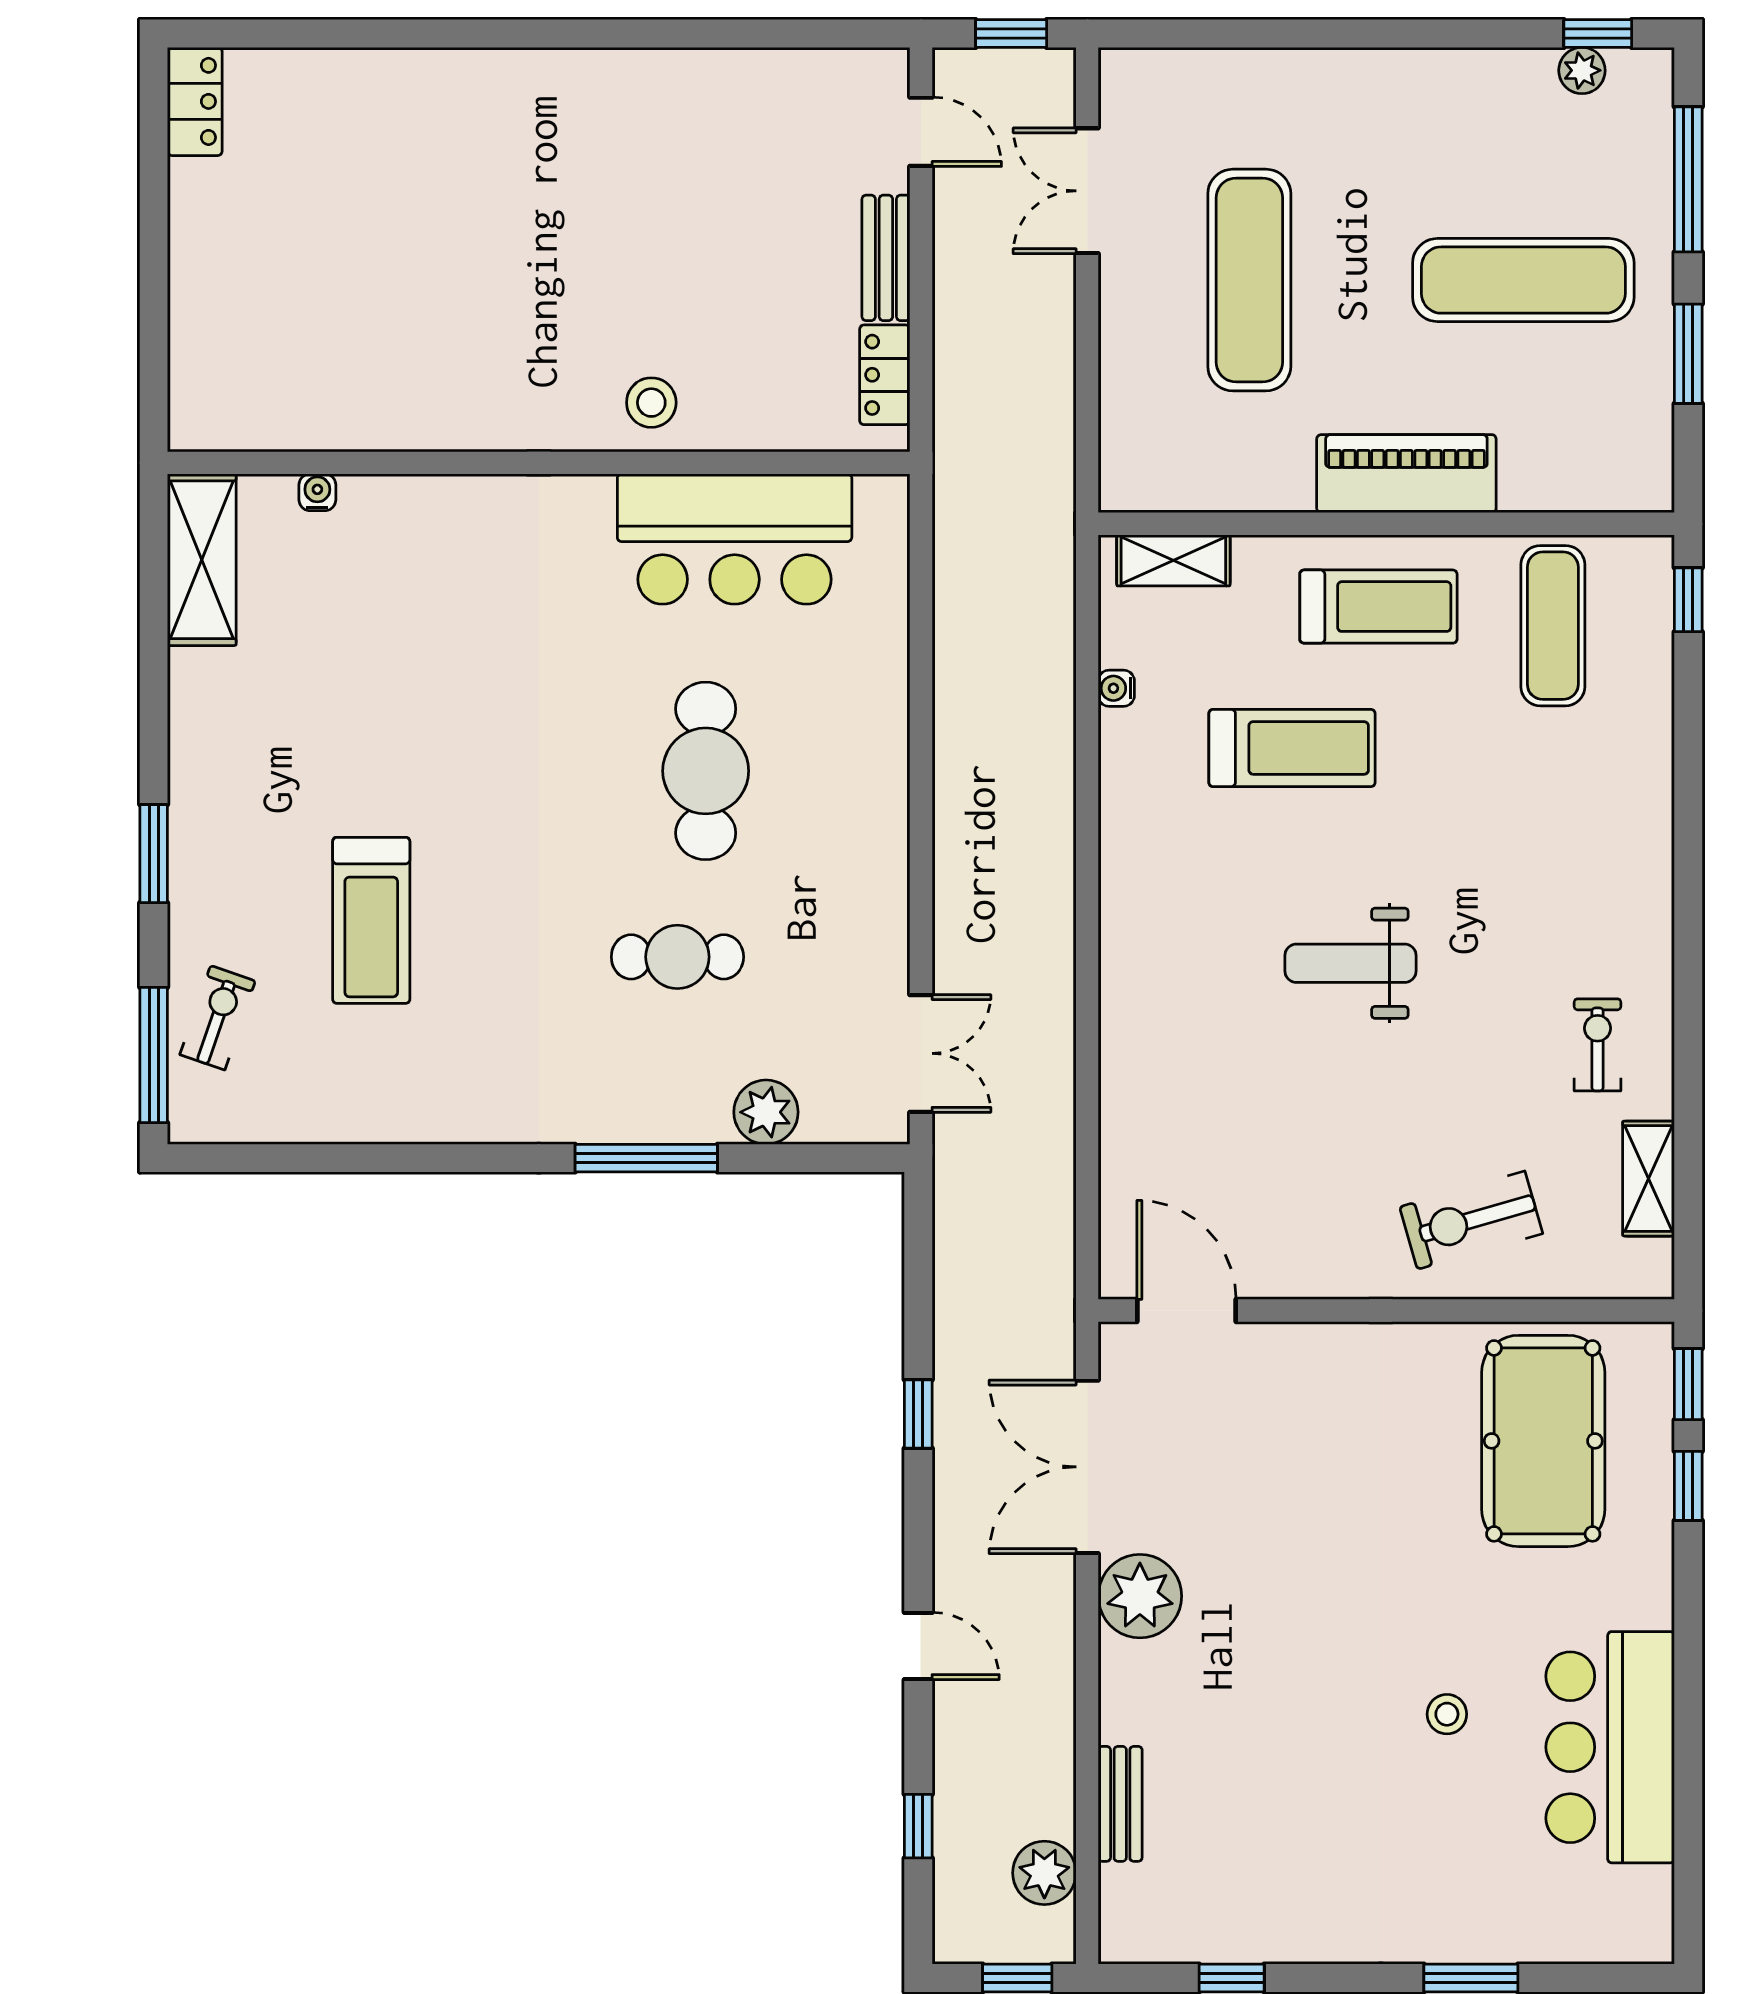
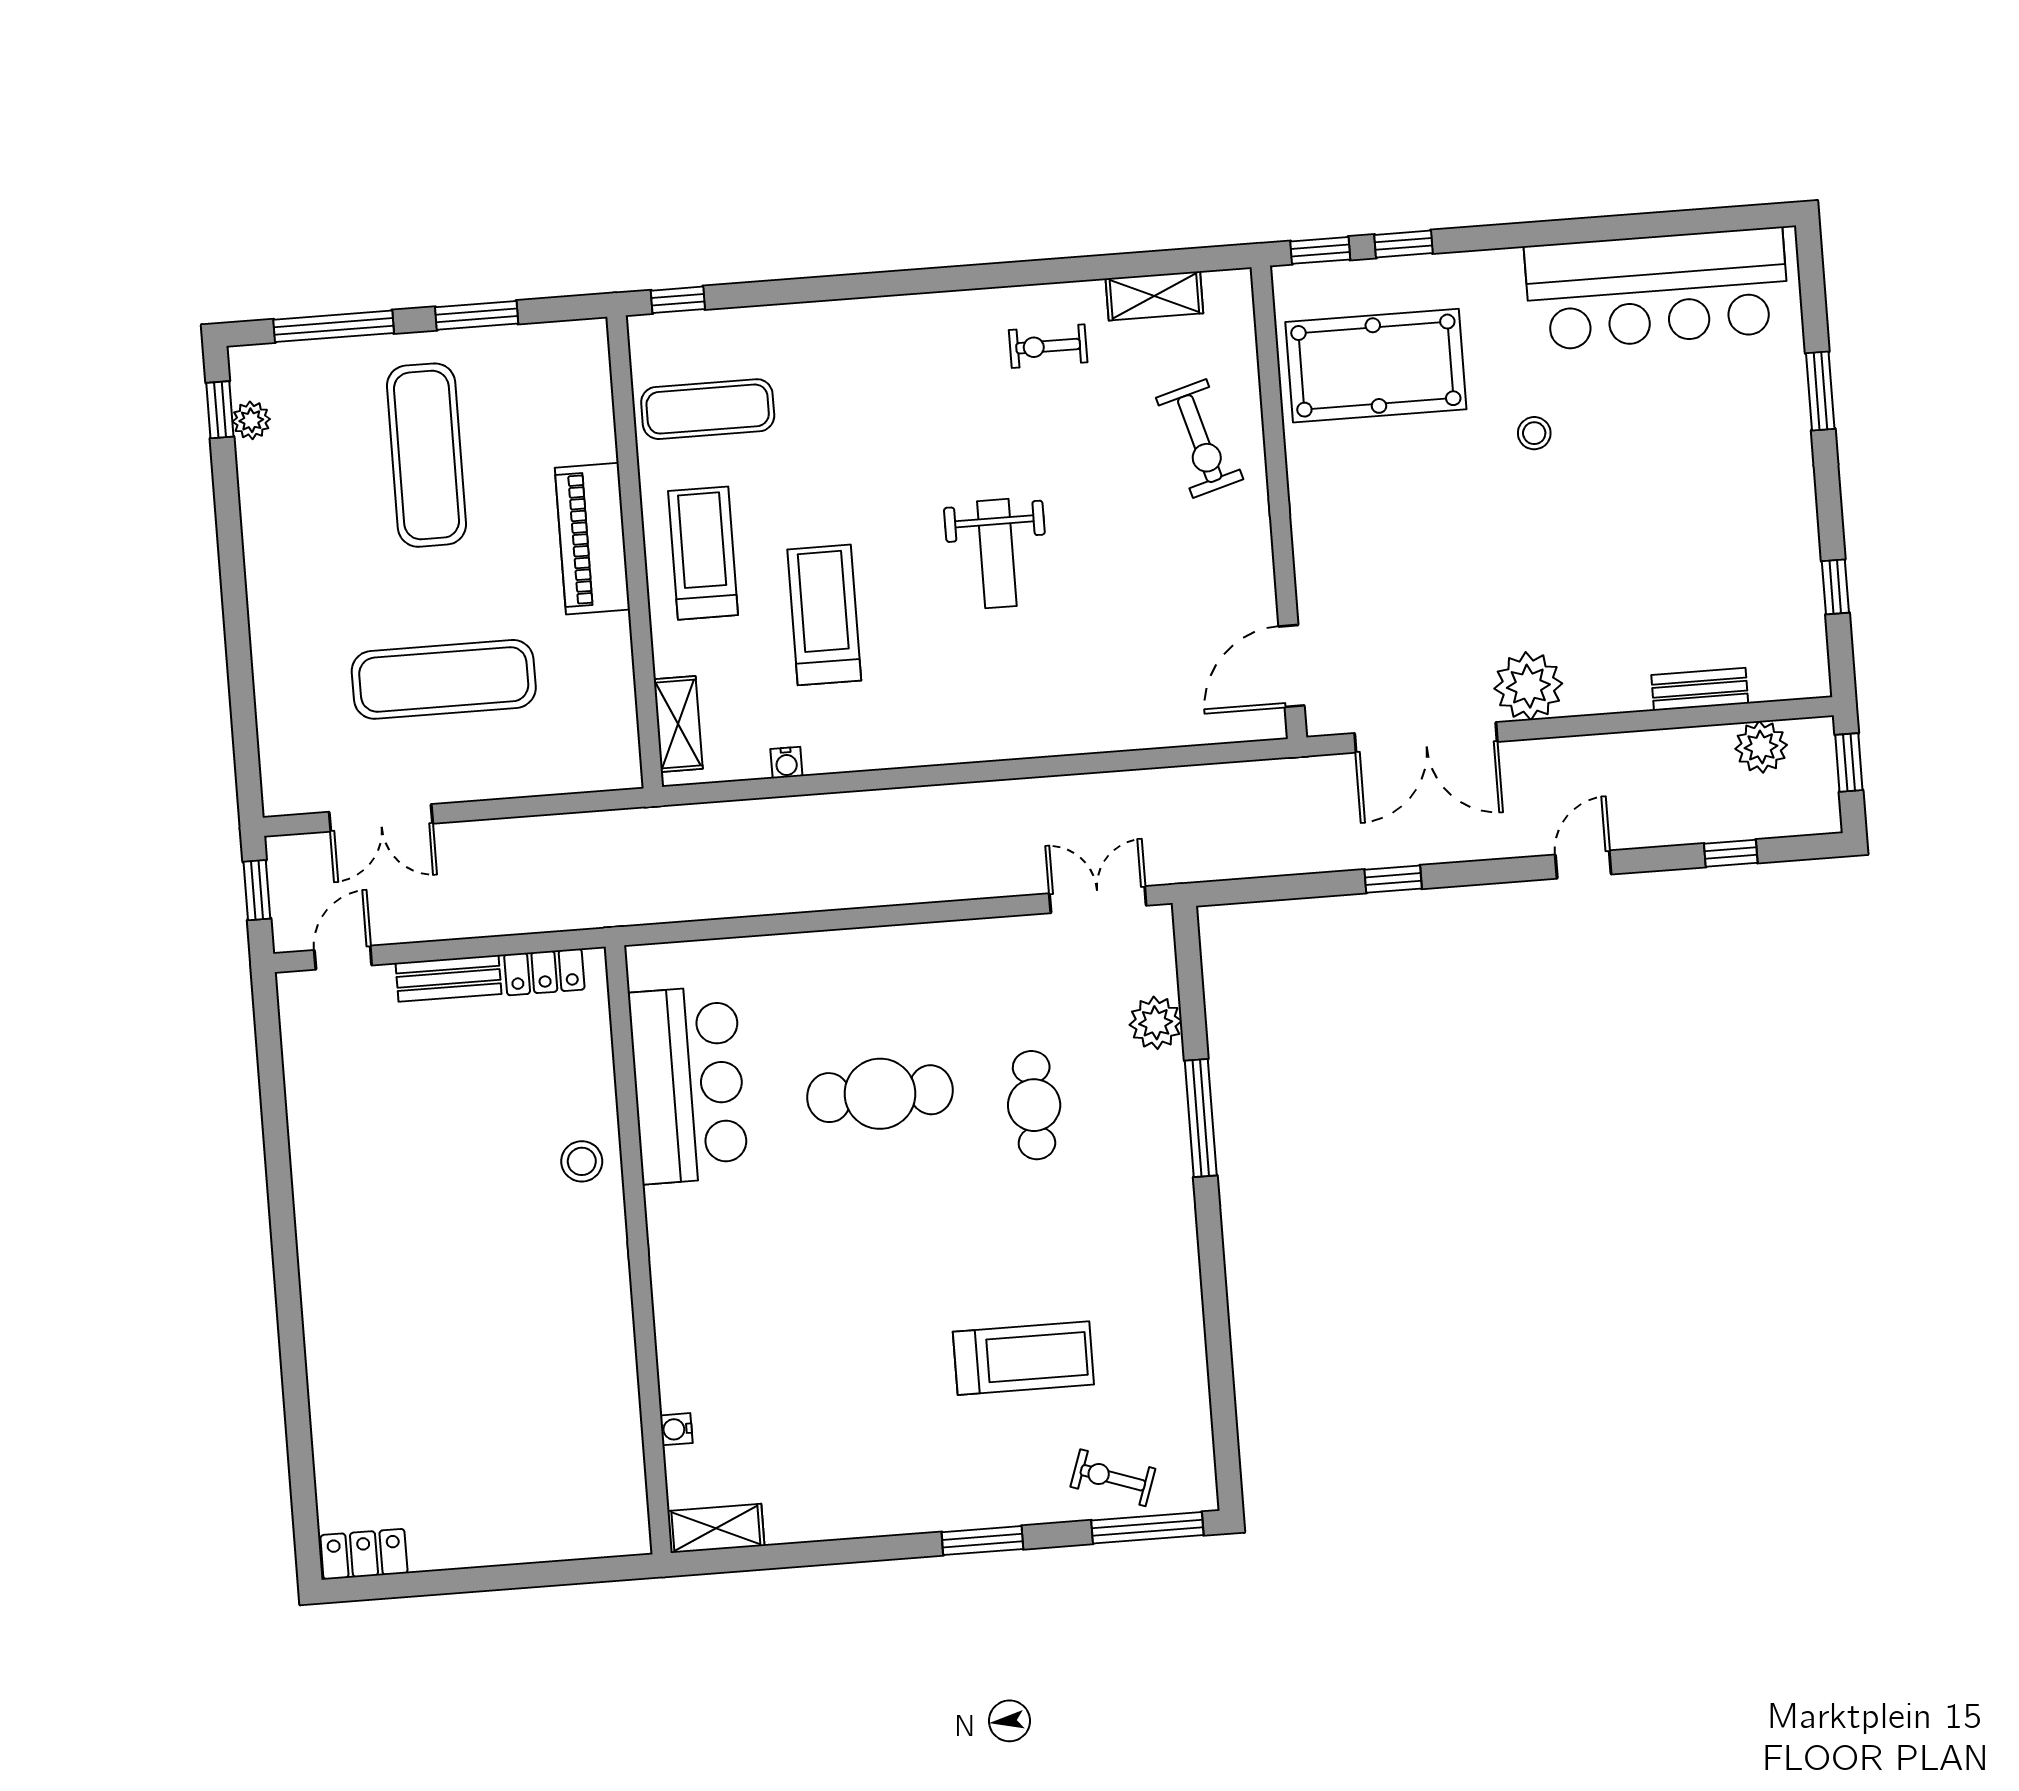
shelving: (202, 560) -> (716, 1528), width x0.67, depth x0.75
stool: (1447, 1714) -> (1534, 433), moved
bar counter: (1610, 1747) -> (1657, 289), width x1.36

